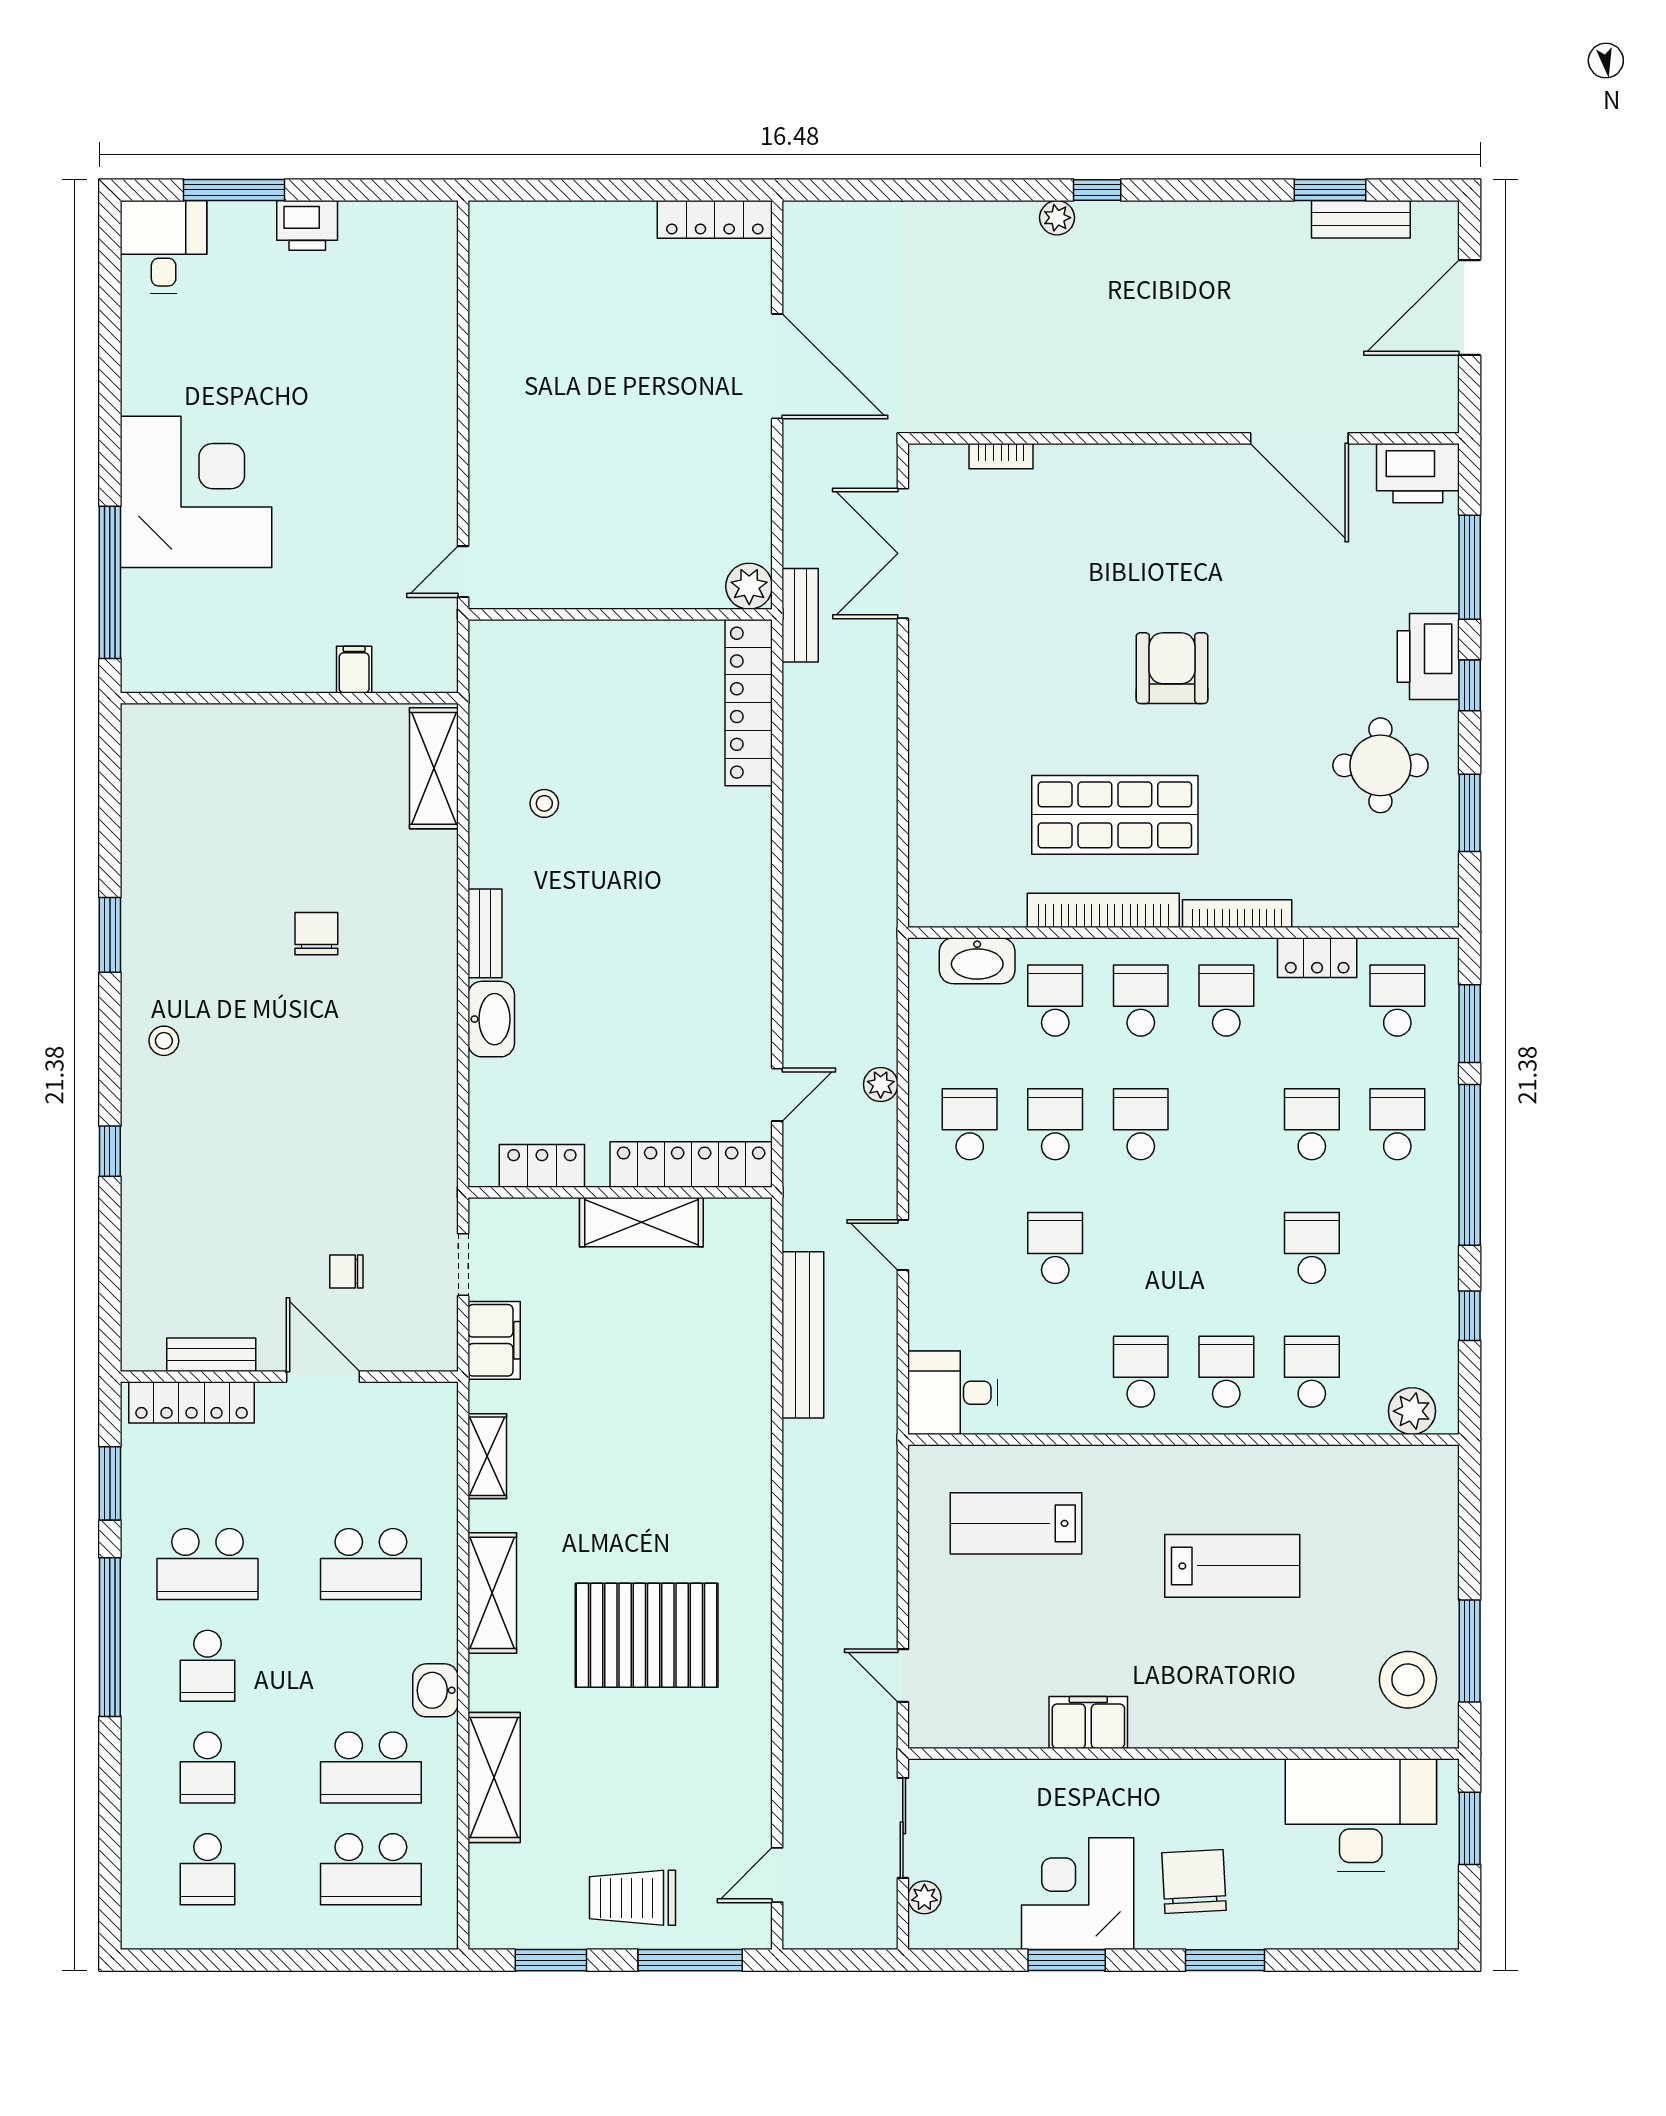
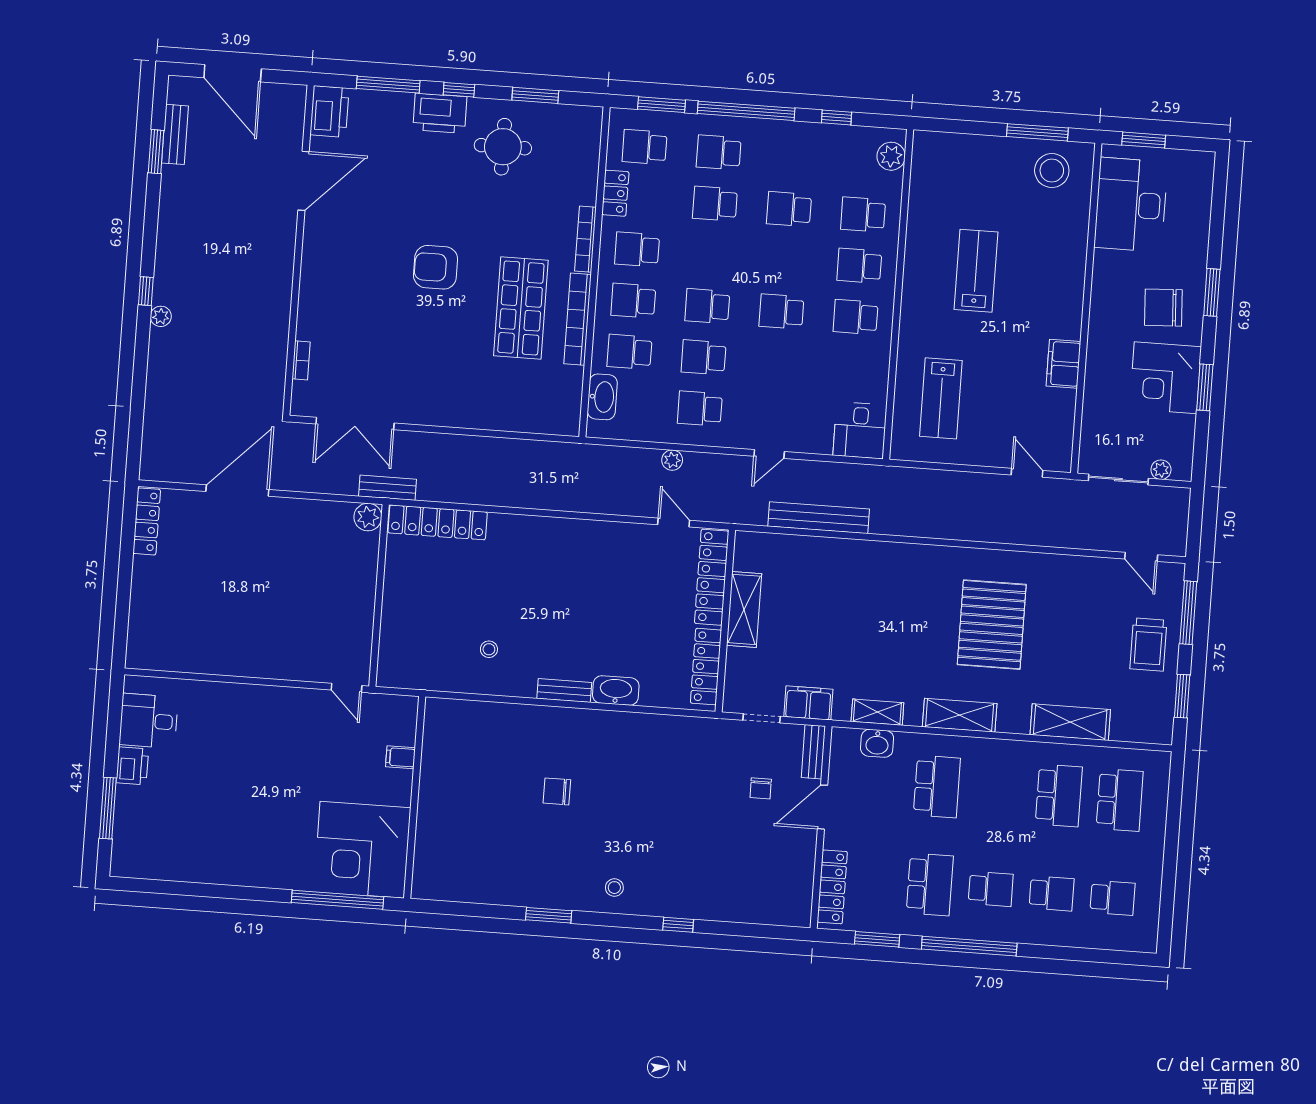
desk: (164, 247) -> (149, 721), moved
corner desk: (196, 492) -> (362, 850), moved, turned -90
shelving: (434, 768) -> (463, 714), removed
locker: (542, 1166) -> (706, 667), width x1.53
school desk: (1055, 1248) -> (781, 312), moved
bench: (211, 1355) -> (813, 752), moved
door: (903, 1675) -> (1027, 473), swing flipped
washbasin: (435, 1690) -> (877, 743), moved

